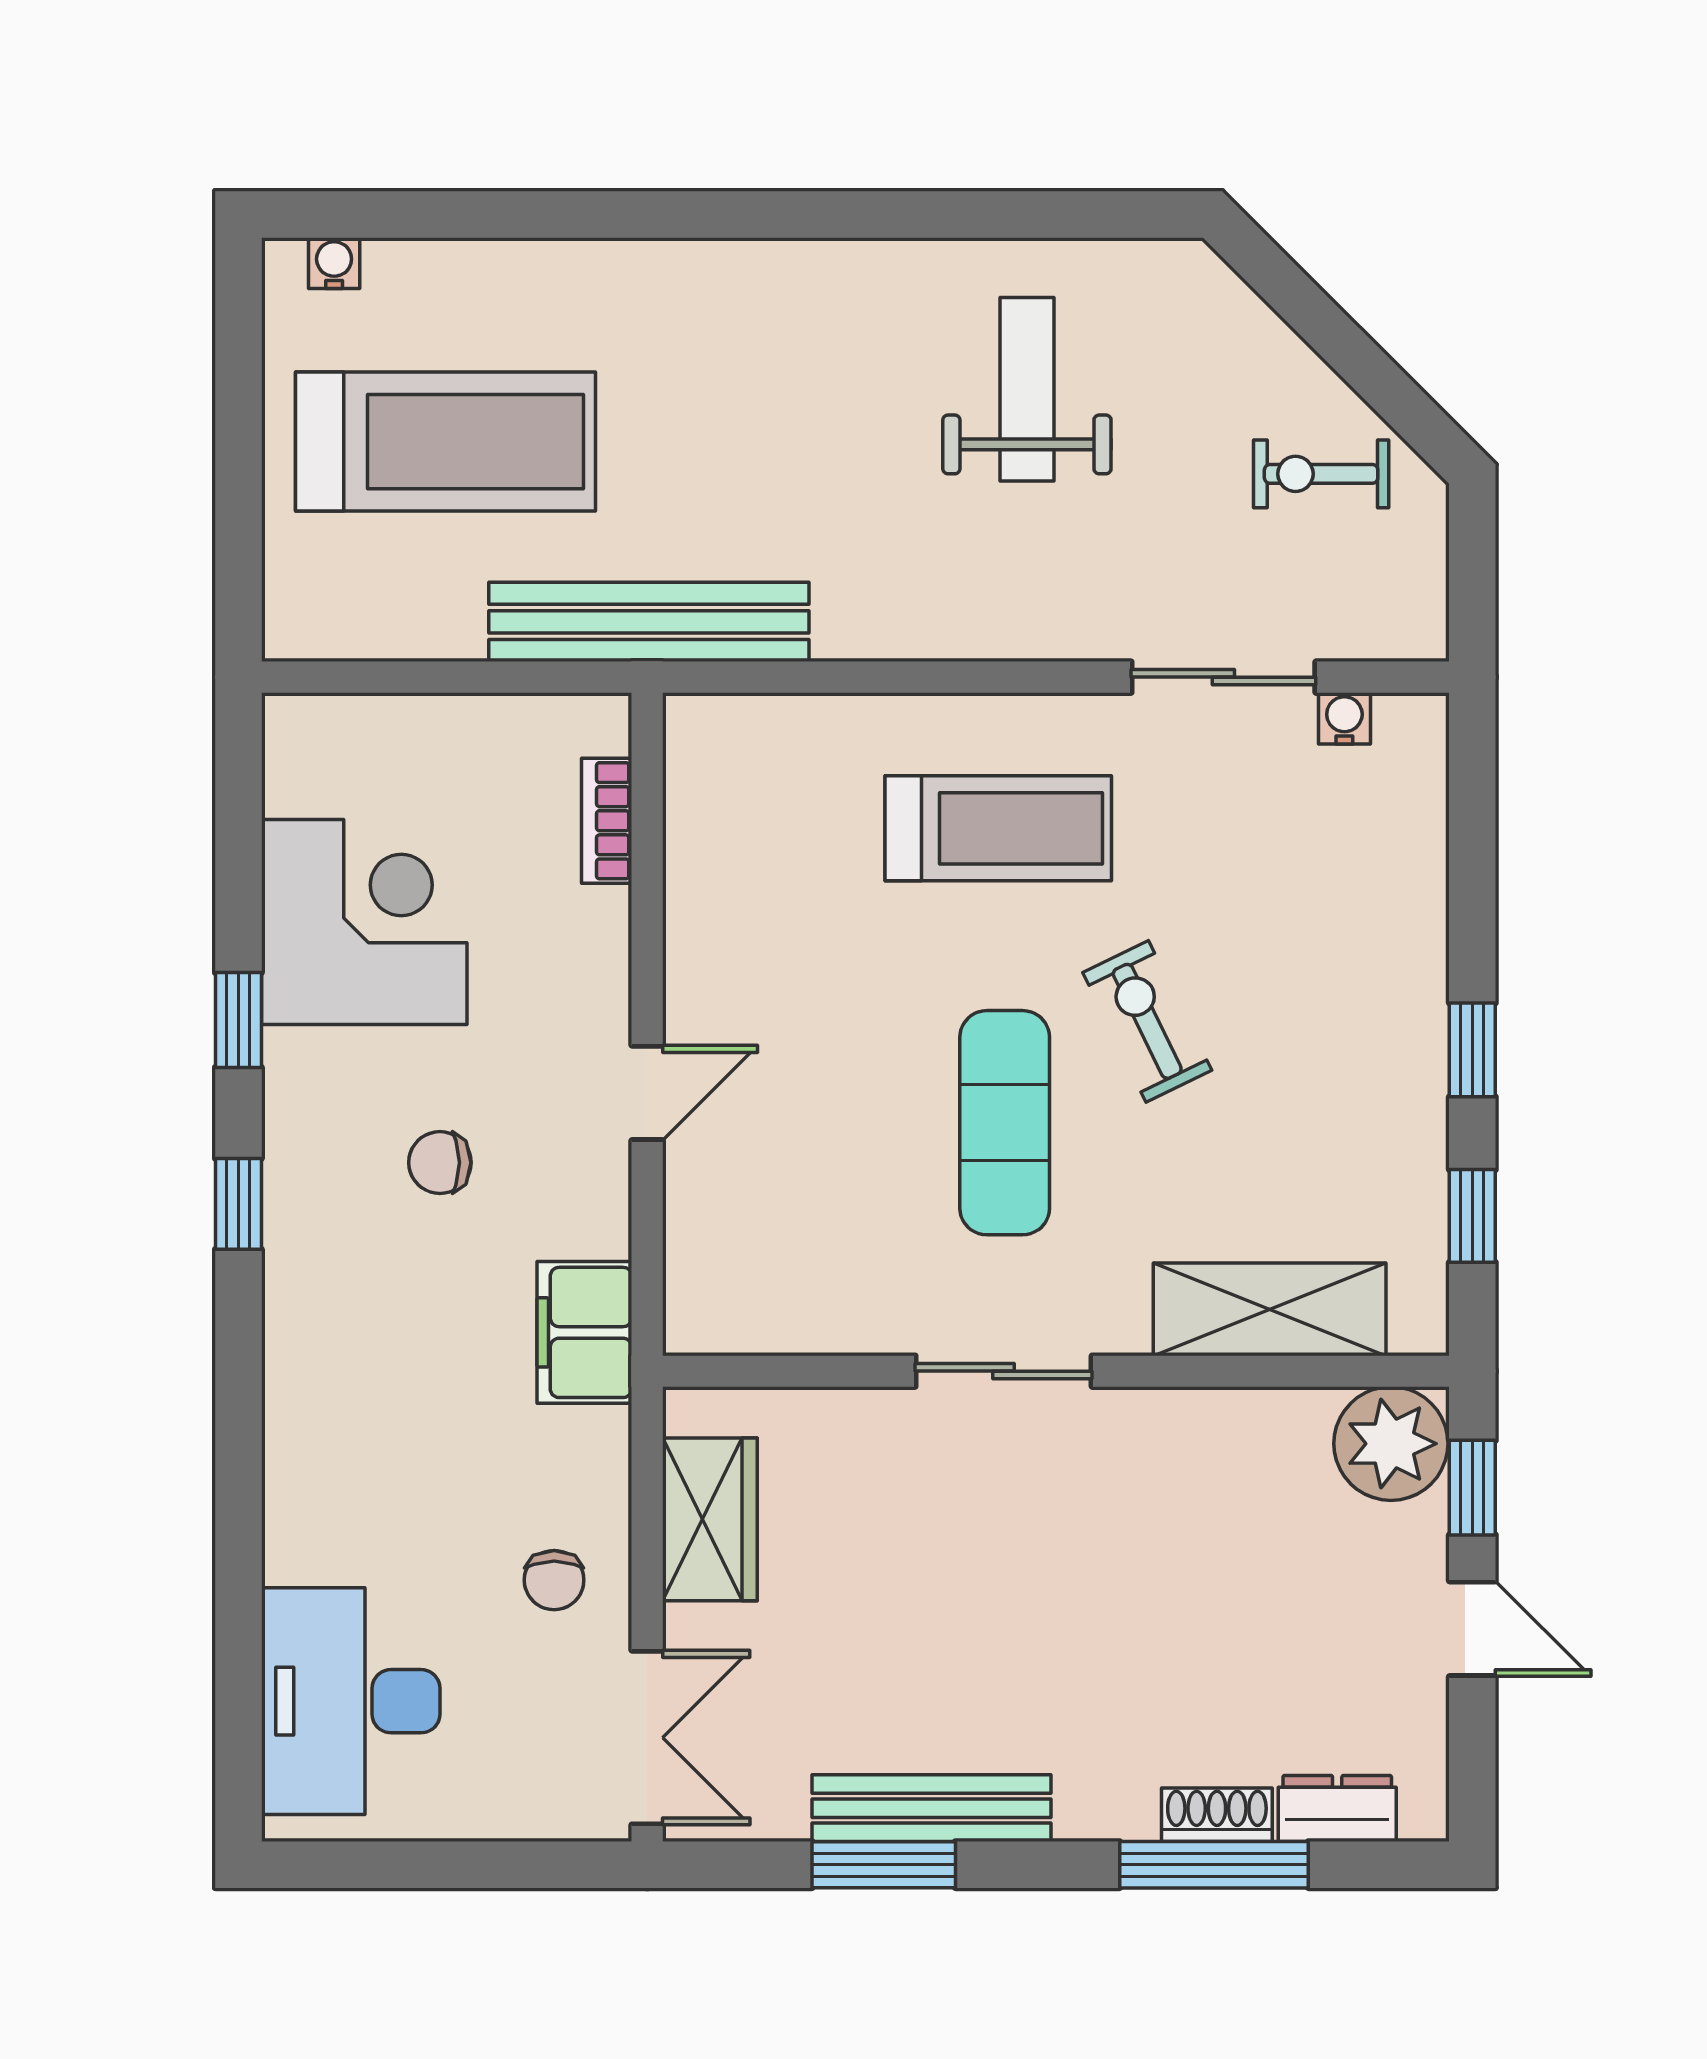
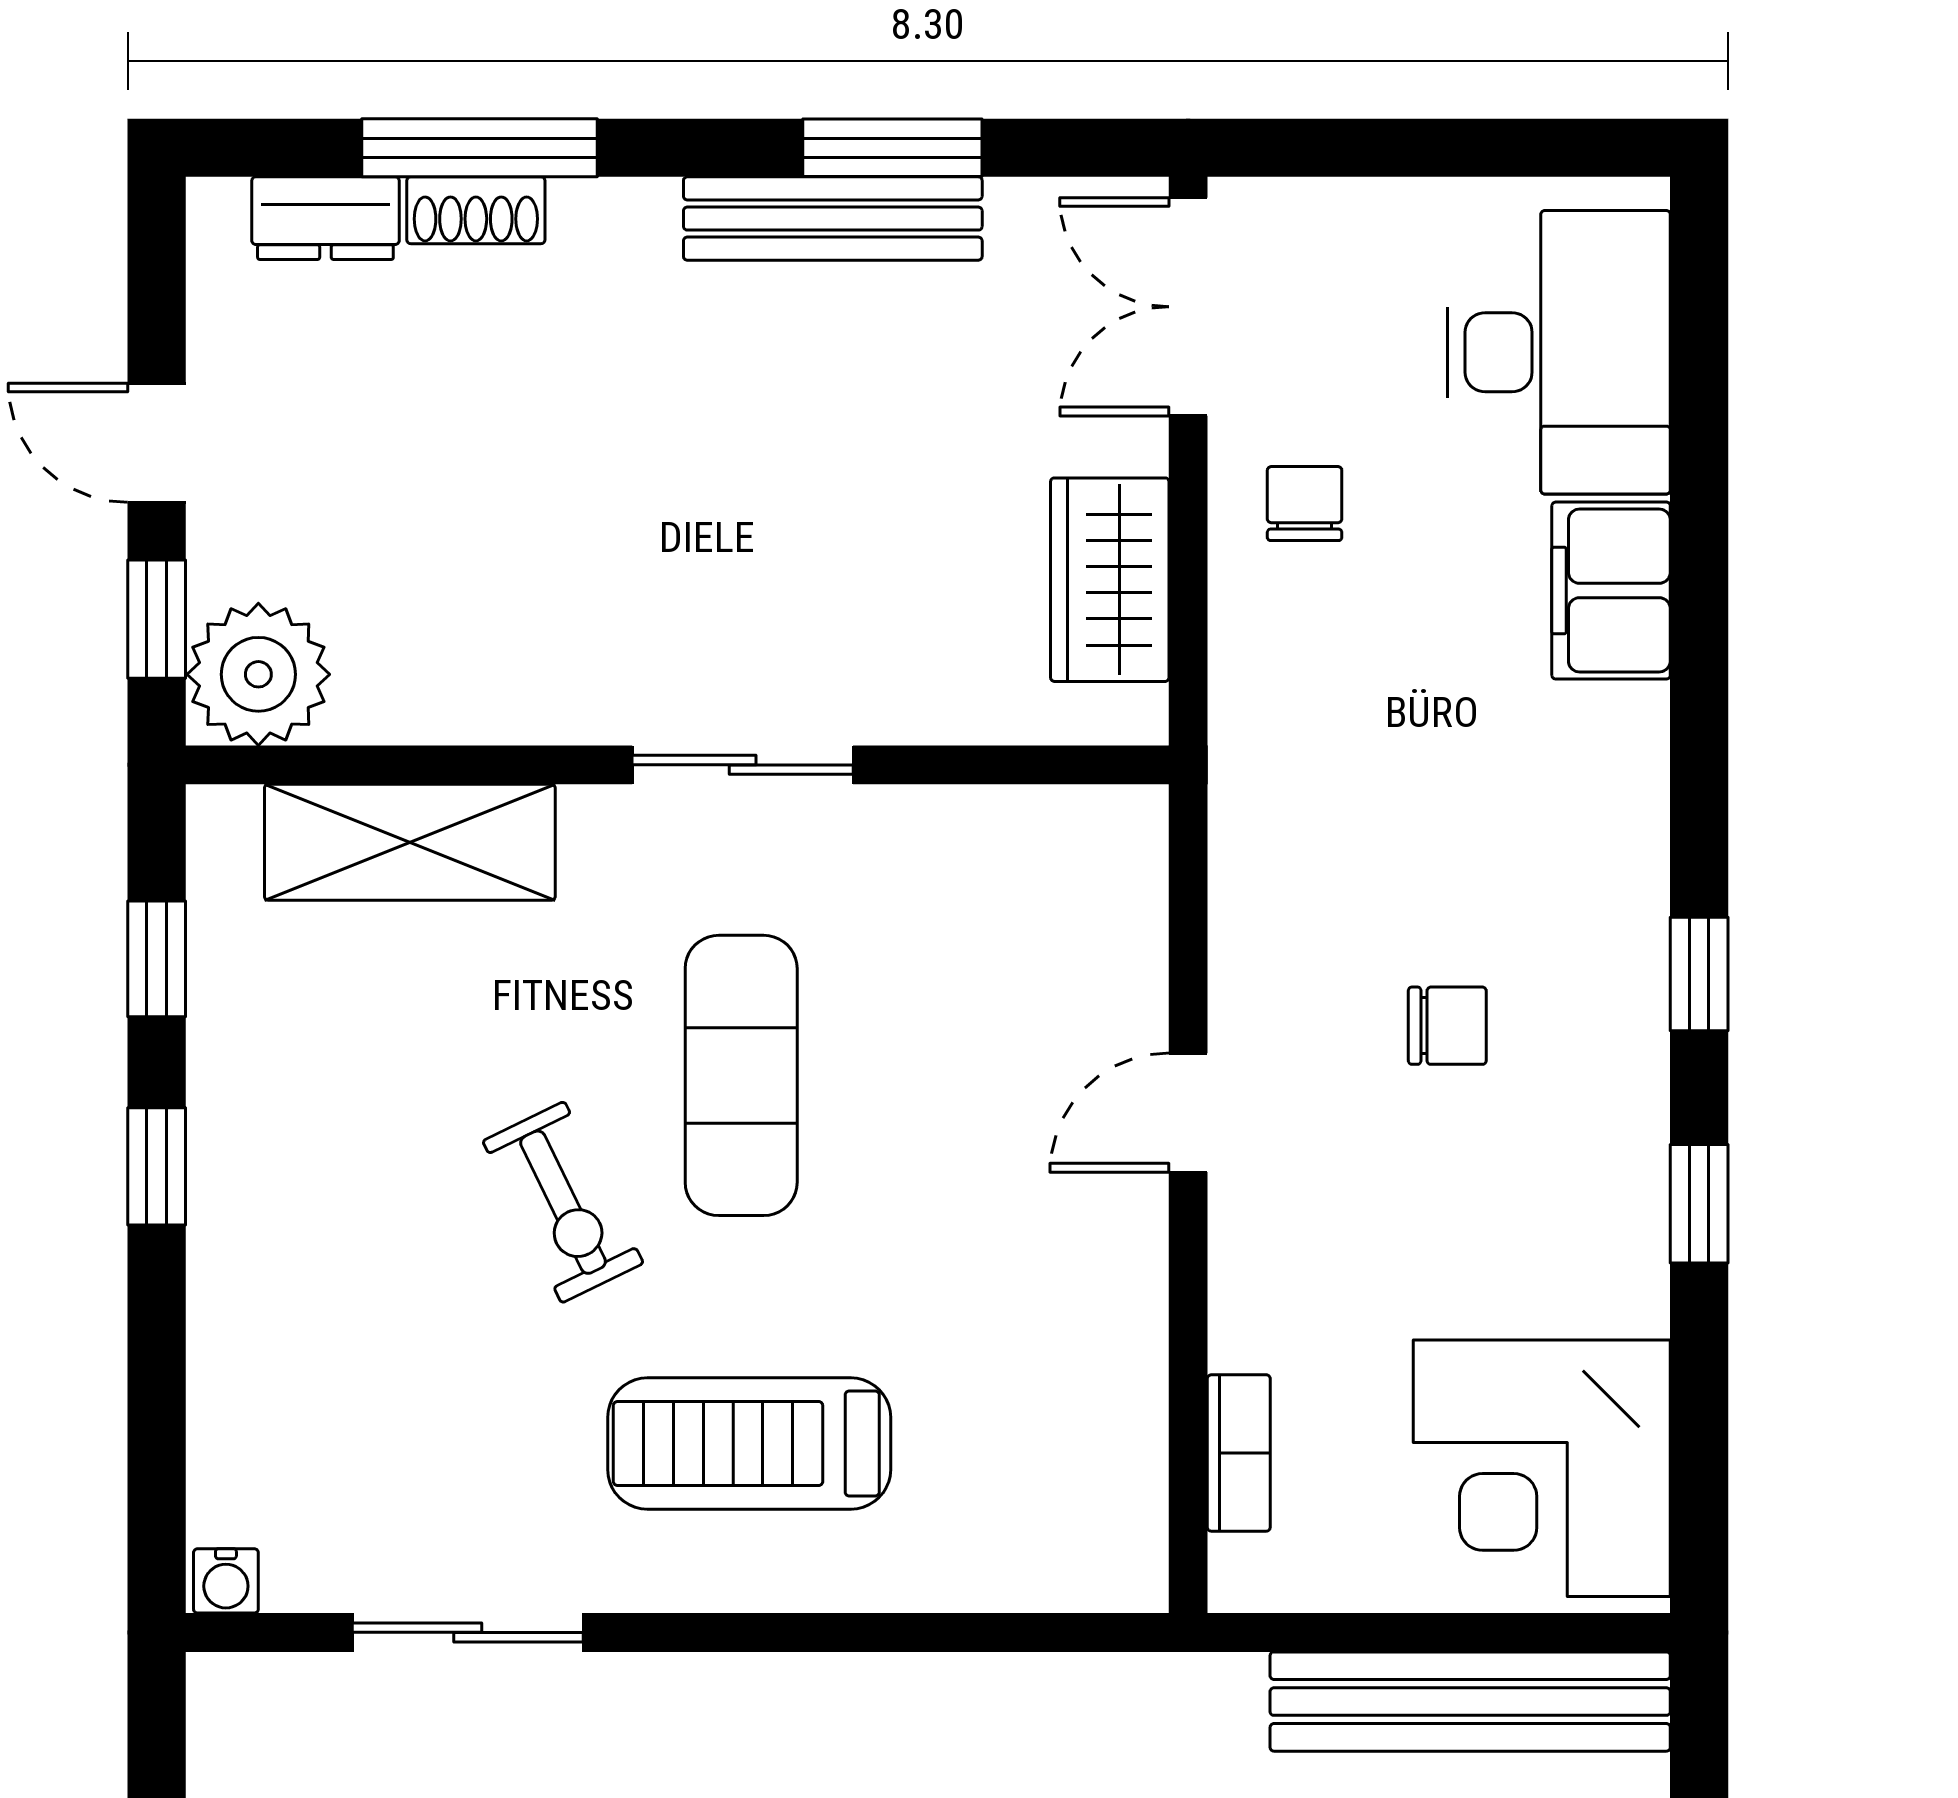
bench: (649, 622) -> (1470, 1702), moved
water cooler: (1344, 718) -> (226, 1581), moved
corner desk: (364, 922) -> (1542, 1468), moved
filing cabinet: (584, 1332) -> (1611, 591), moved, turned 180

